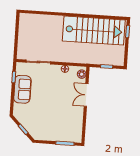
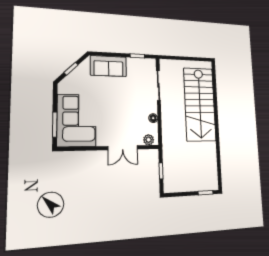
stairs: (94, 31) -> (200, 104), moved
sofa: (22, 89) -> (108, 66), moved
double door: (86, 95) -> (123, 148), swing flipped
corner sofa: (63, 128) -> (77, 120), added

